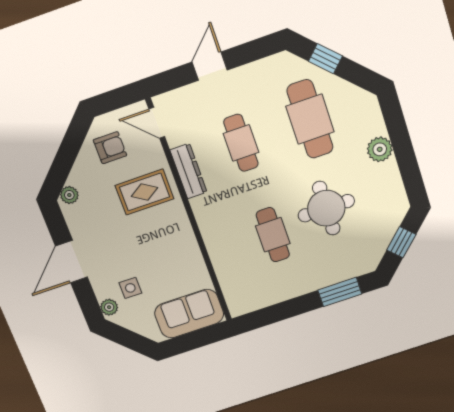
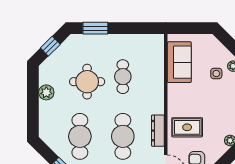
cafe table: (241, 143) -> (123, 136), width x1.37, depth x1.35
plant: (380, 149) -> (46, 92), moved
sofa: (189, 314) -> (179, 62), moved, turned -90

